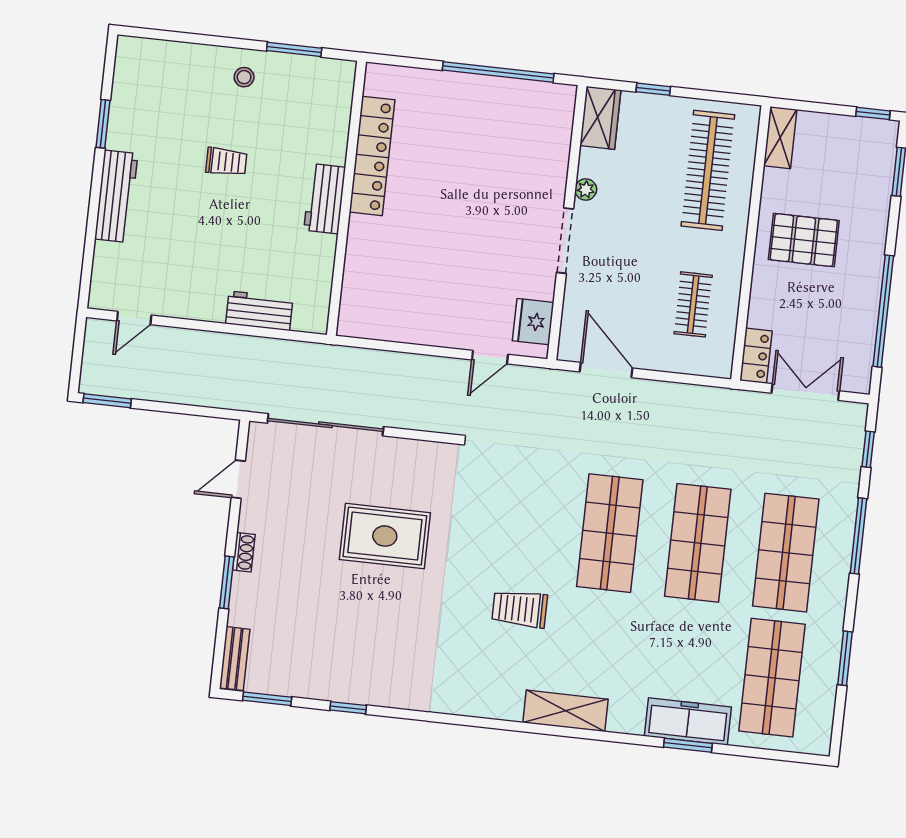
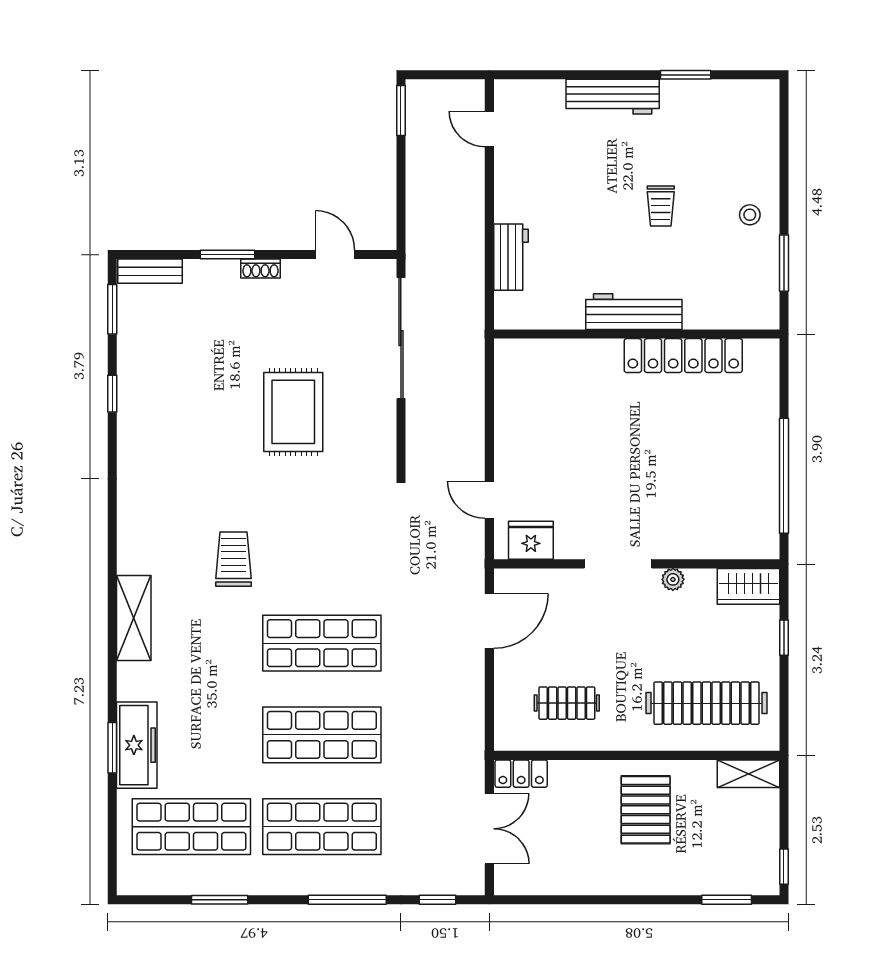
workbench: (325, 199) -> (634, 312), width x1.37
window: (883, 311) -> (582, 900), removed

